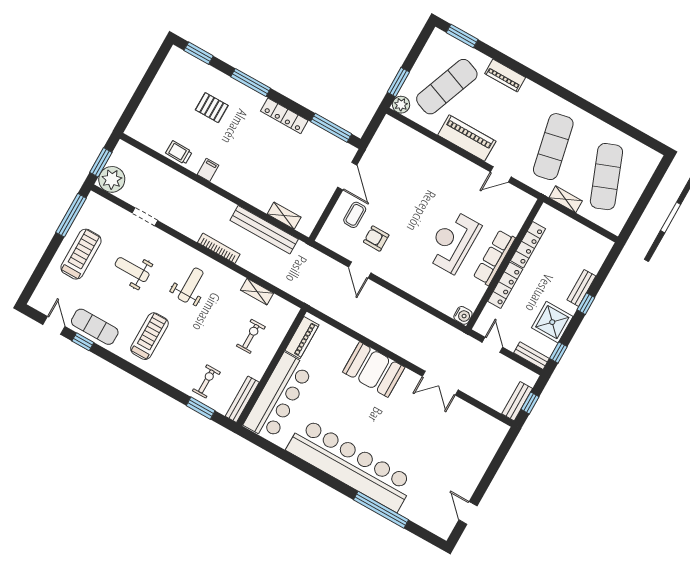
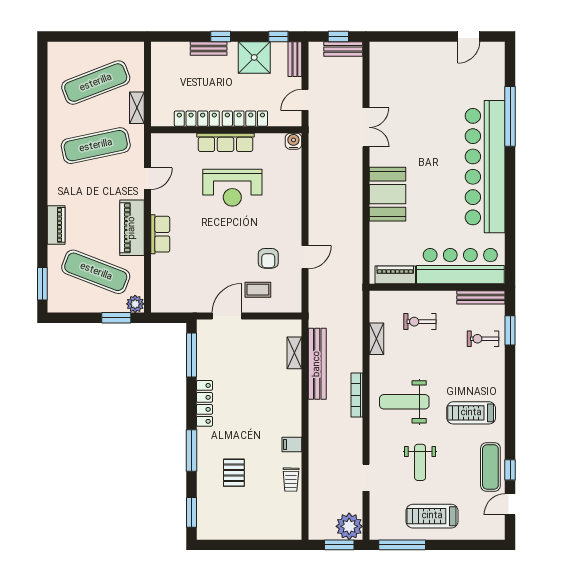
row of seats: (448, 159) -> (160, 234), added
door: (501, 174) -> (147, 179), hinge flipped
weight bench: (191, 285) -> (404, 402), width x1.36, depth x1.33

